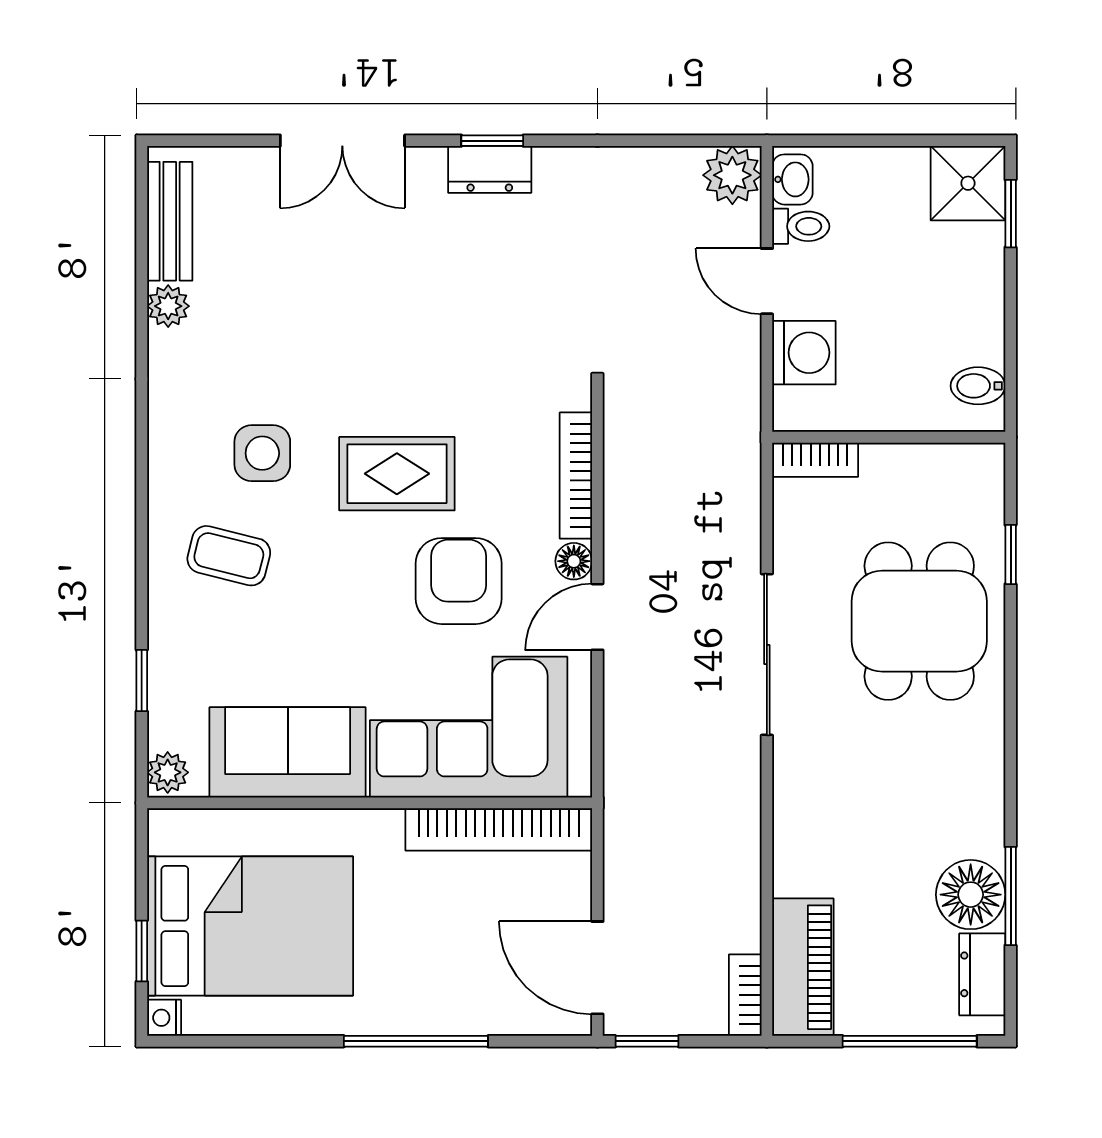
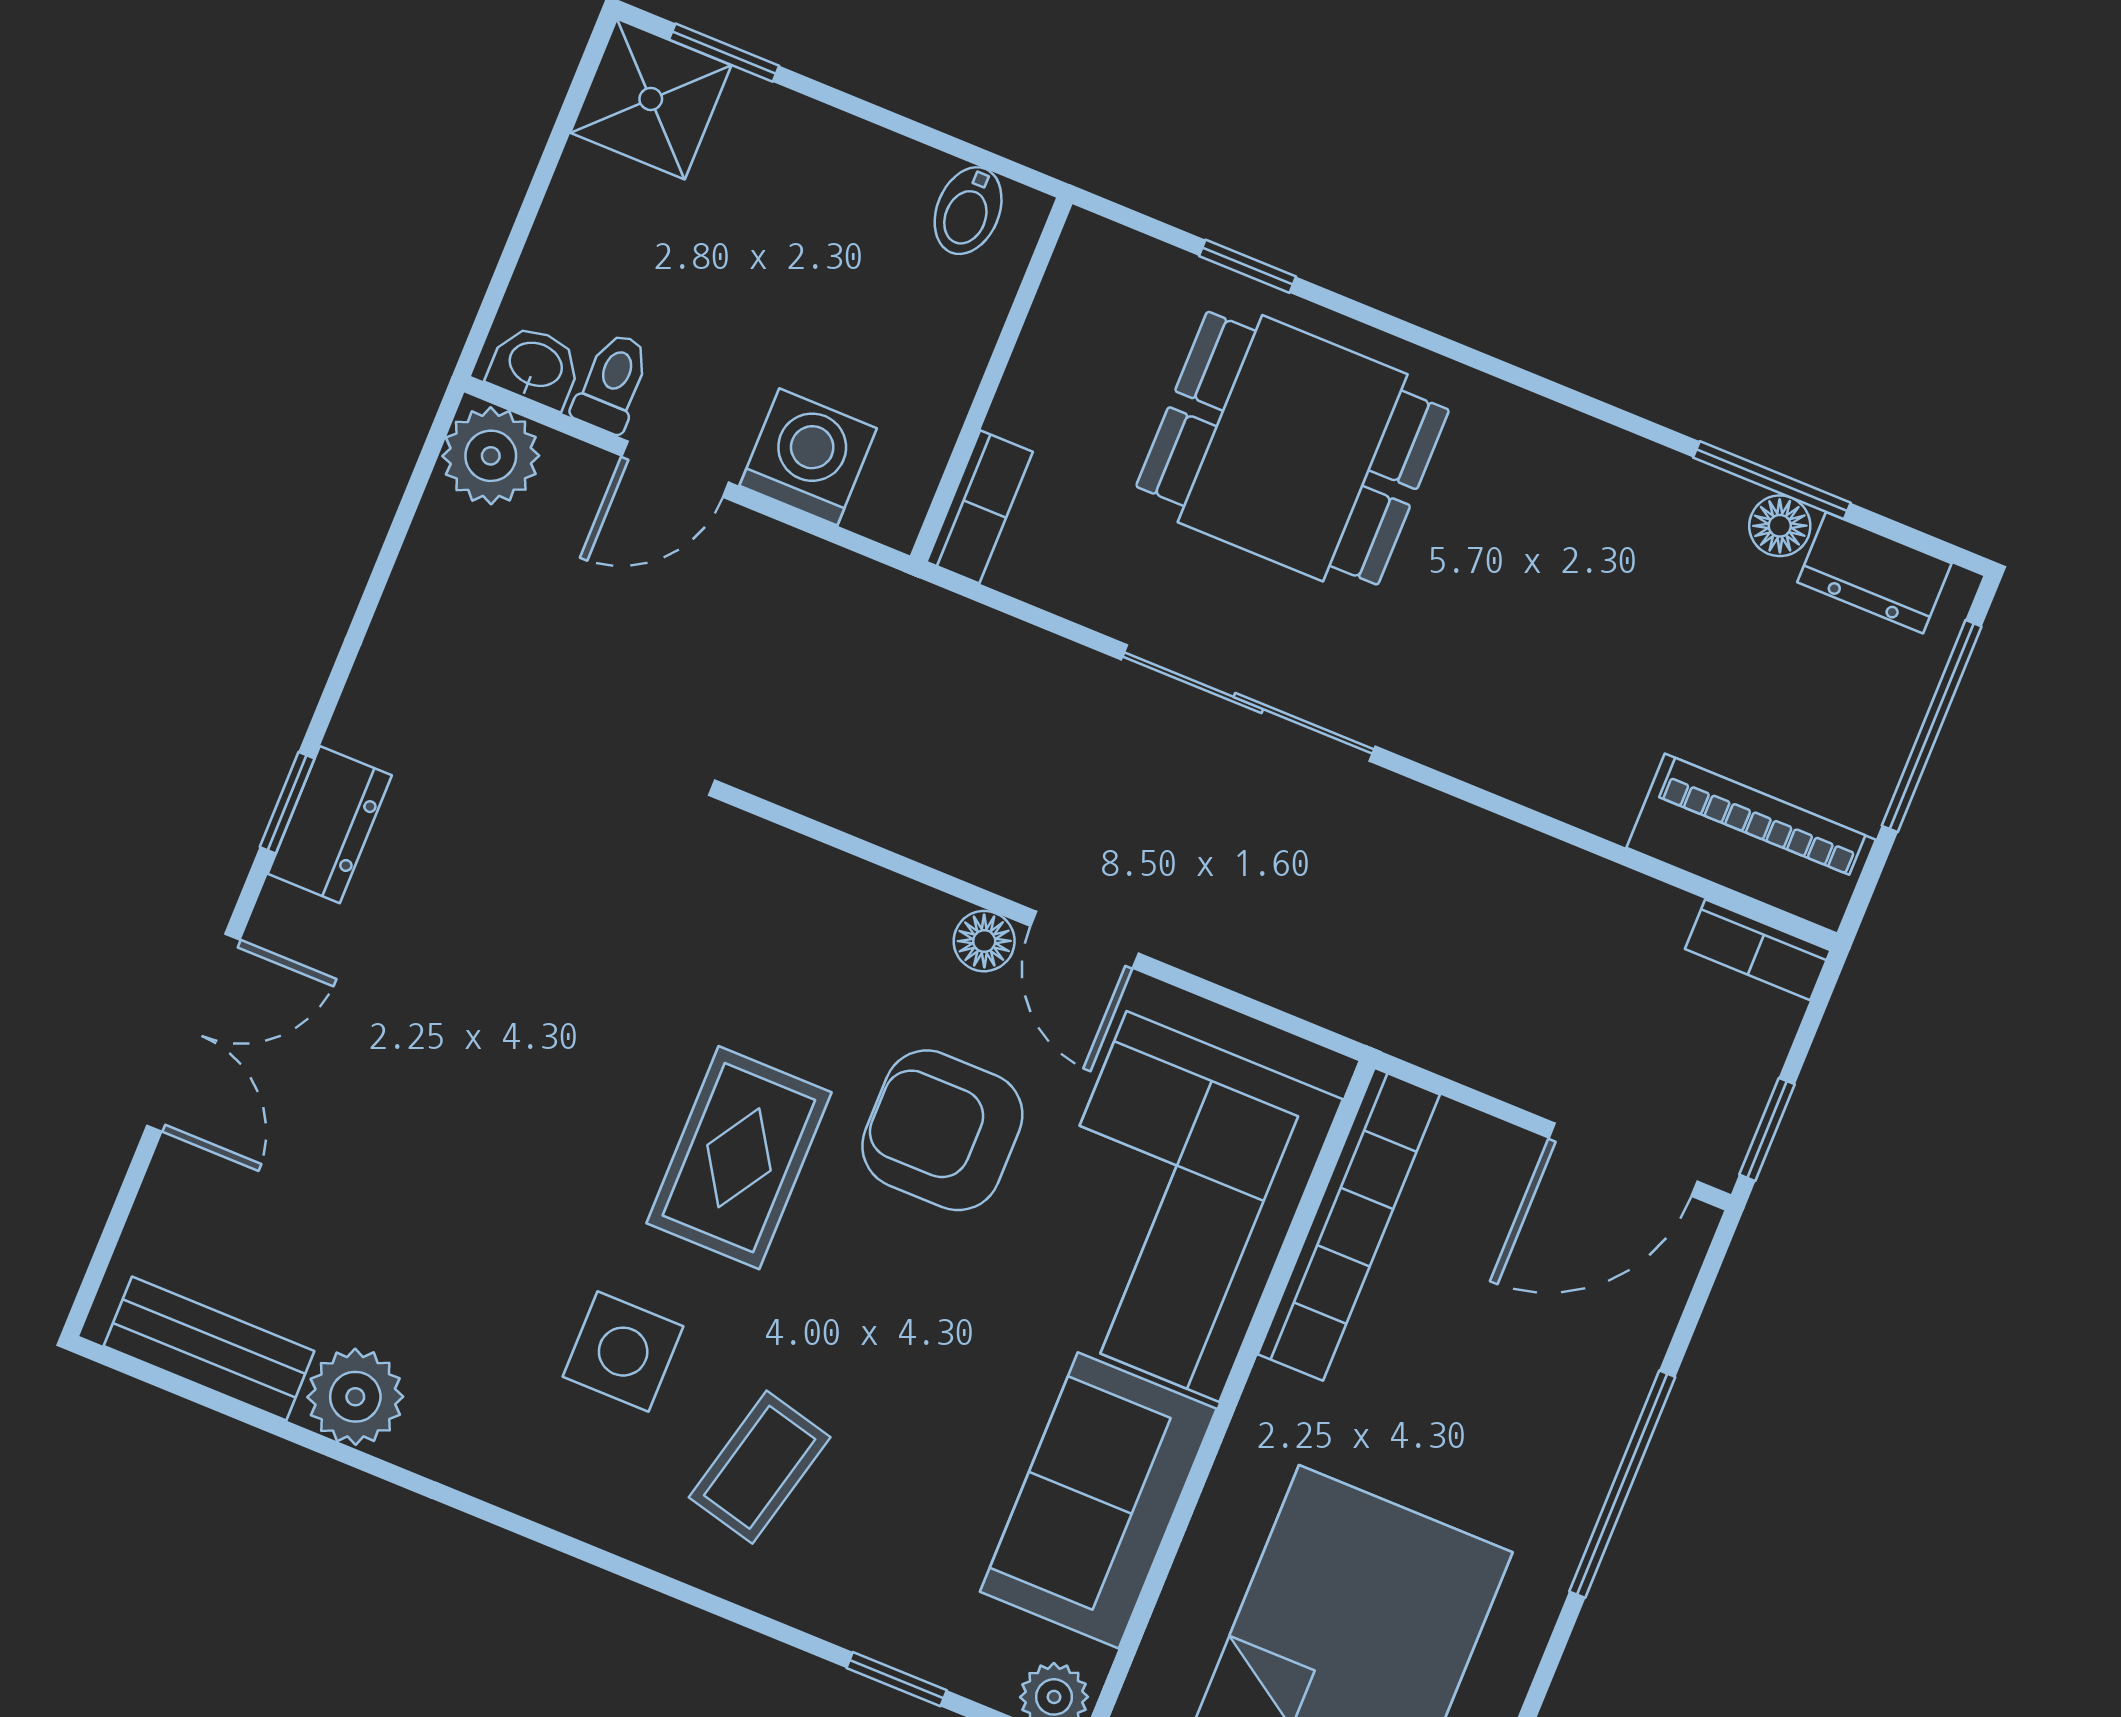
plant: (168, 306) -> (355, 1397), width x1.38, depth x1.38
bookcase: (576, 476) -> (854, 884), removed
floor lamp: (971, 895) -> (1780, 526), width x0.53, depth x0.53

